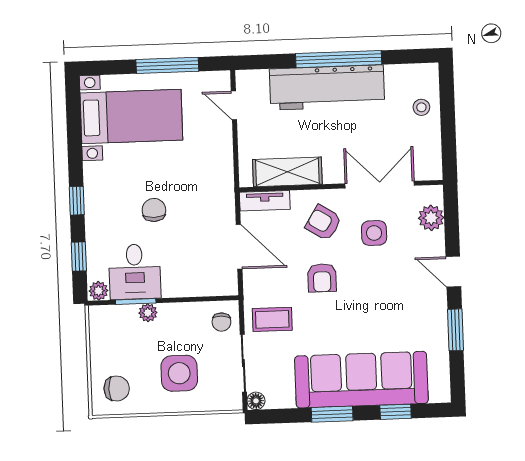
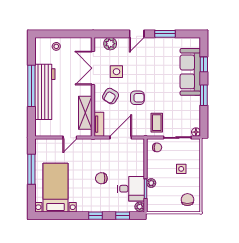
door: (234, 105) -> (70, 138), moved
side table: (179, 373) -> (181, 169), width x0.54, depth x0.54
sofa: (361, 380) -> (190, 72), width x0.74, depth x0.79

